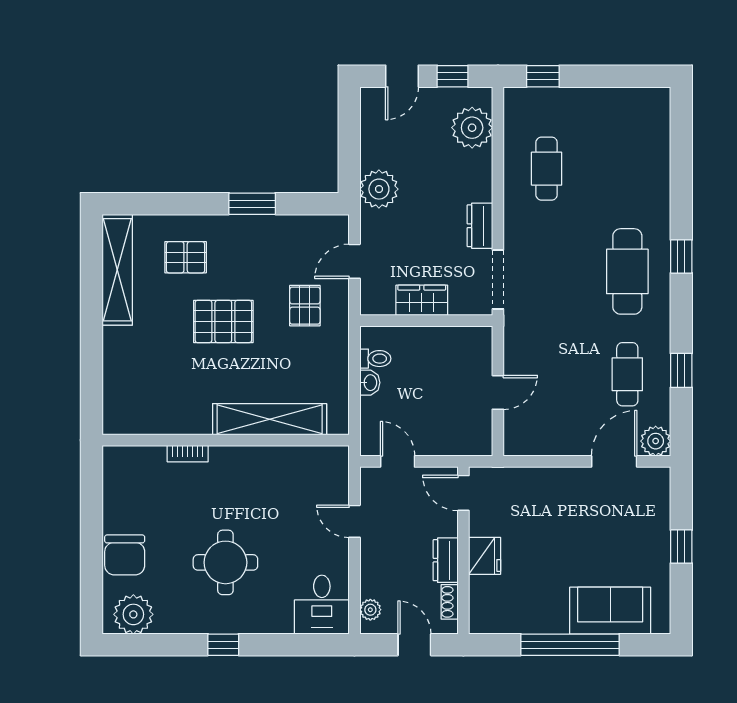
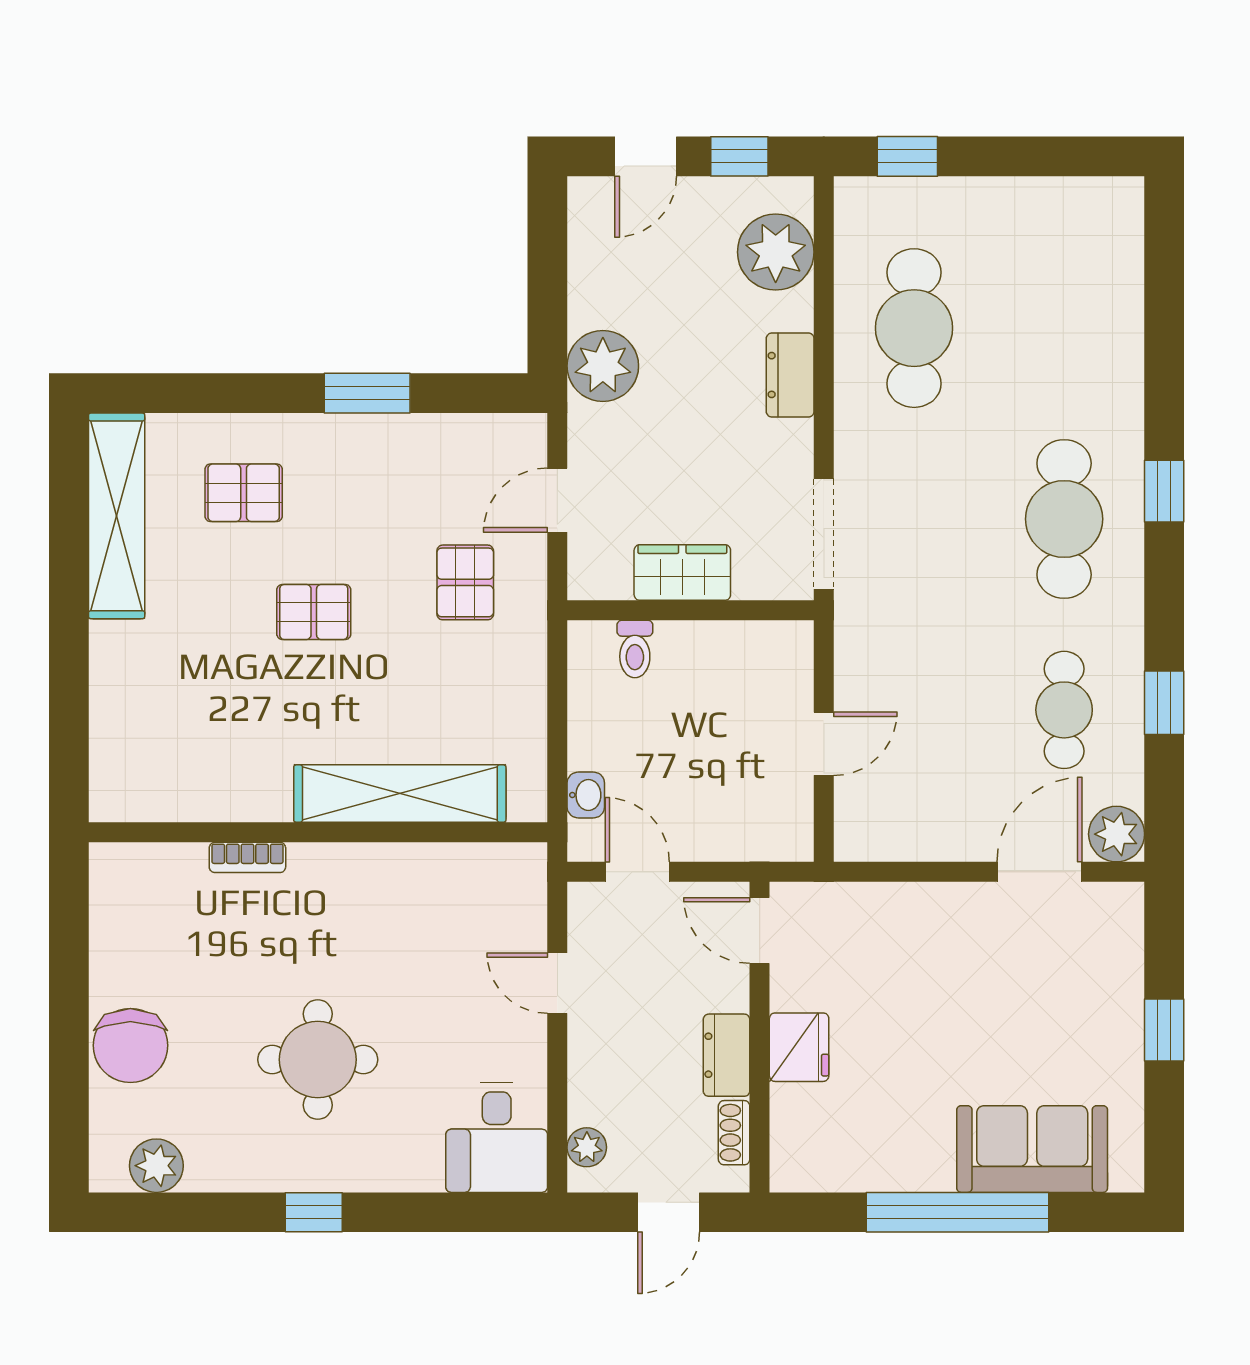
cafe table: (547, 169) -> (914, 328), width x1.37, depth x1.35
dresser: (480, 226) -> (790, 375), moved
pallet: (223, 321) -> (314, 612), width x0.67, depth x0.71
toilet: (375, 359) -> (635, 649), moved, turned 90
washbasin: (370, 383) -> (586, 795), moved
plant: (133, 614) -> (156, 1166), width x0.73, depth x0.73
door: (414, 645) -> (669, 1212), swing flipped

